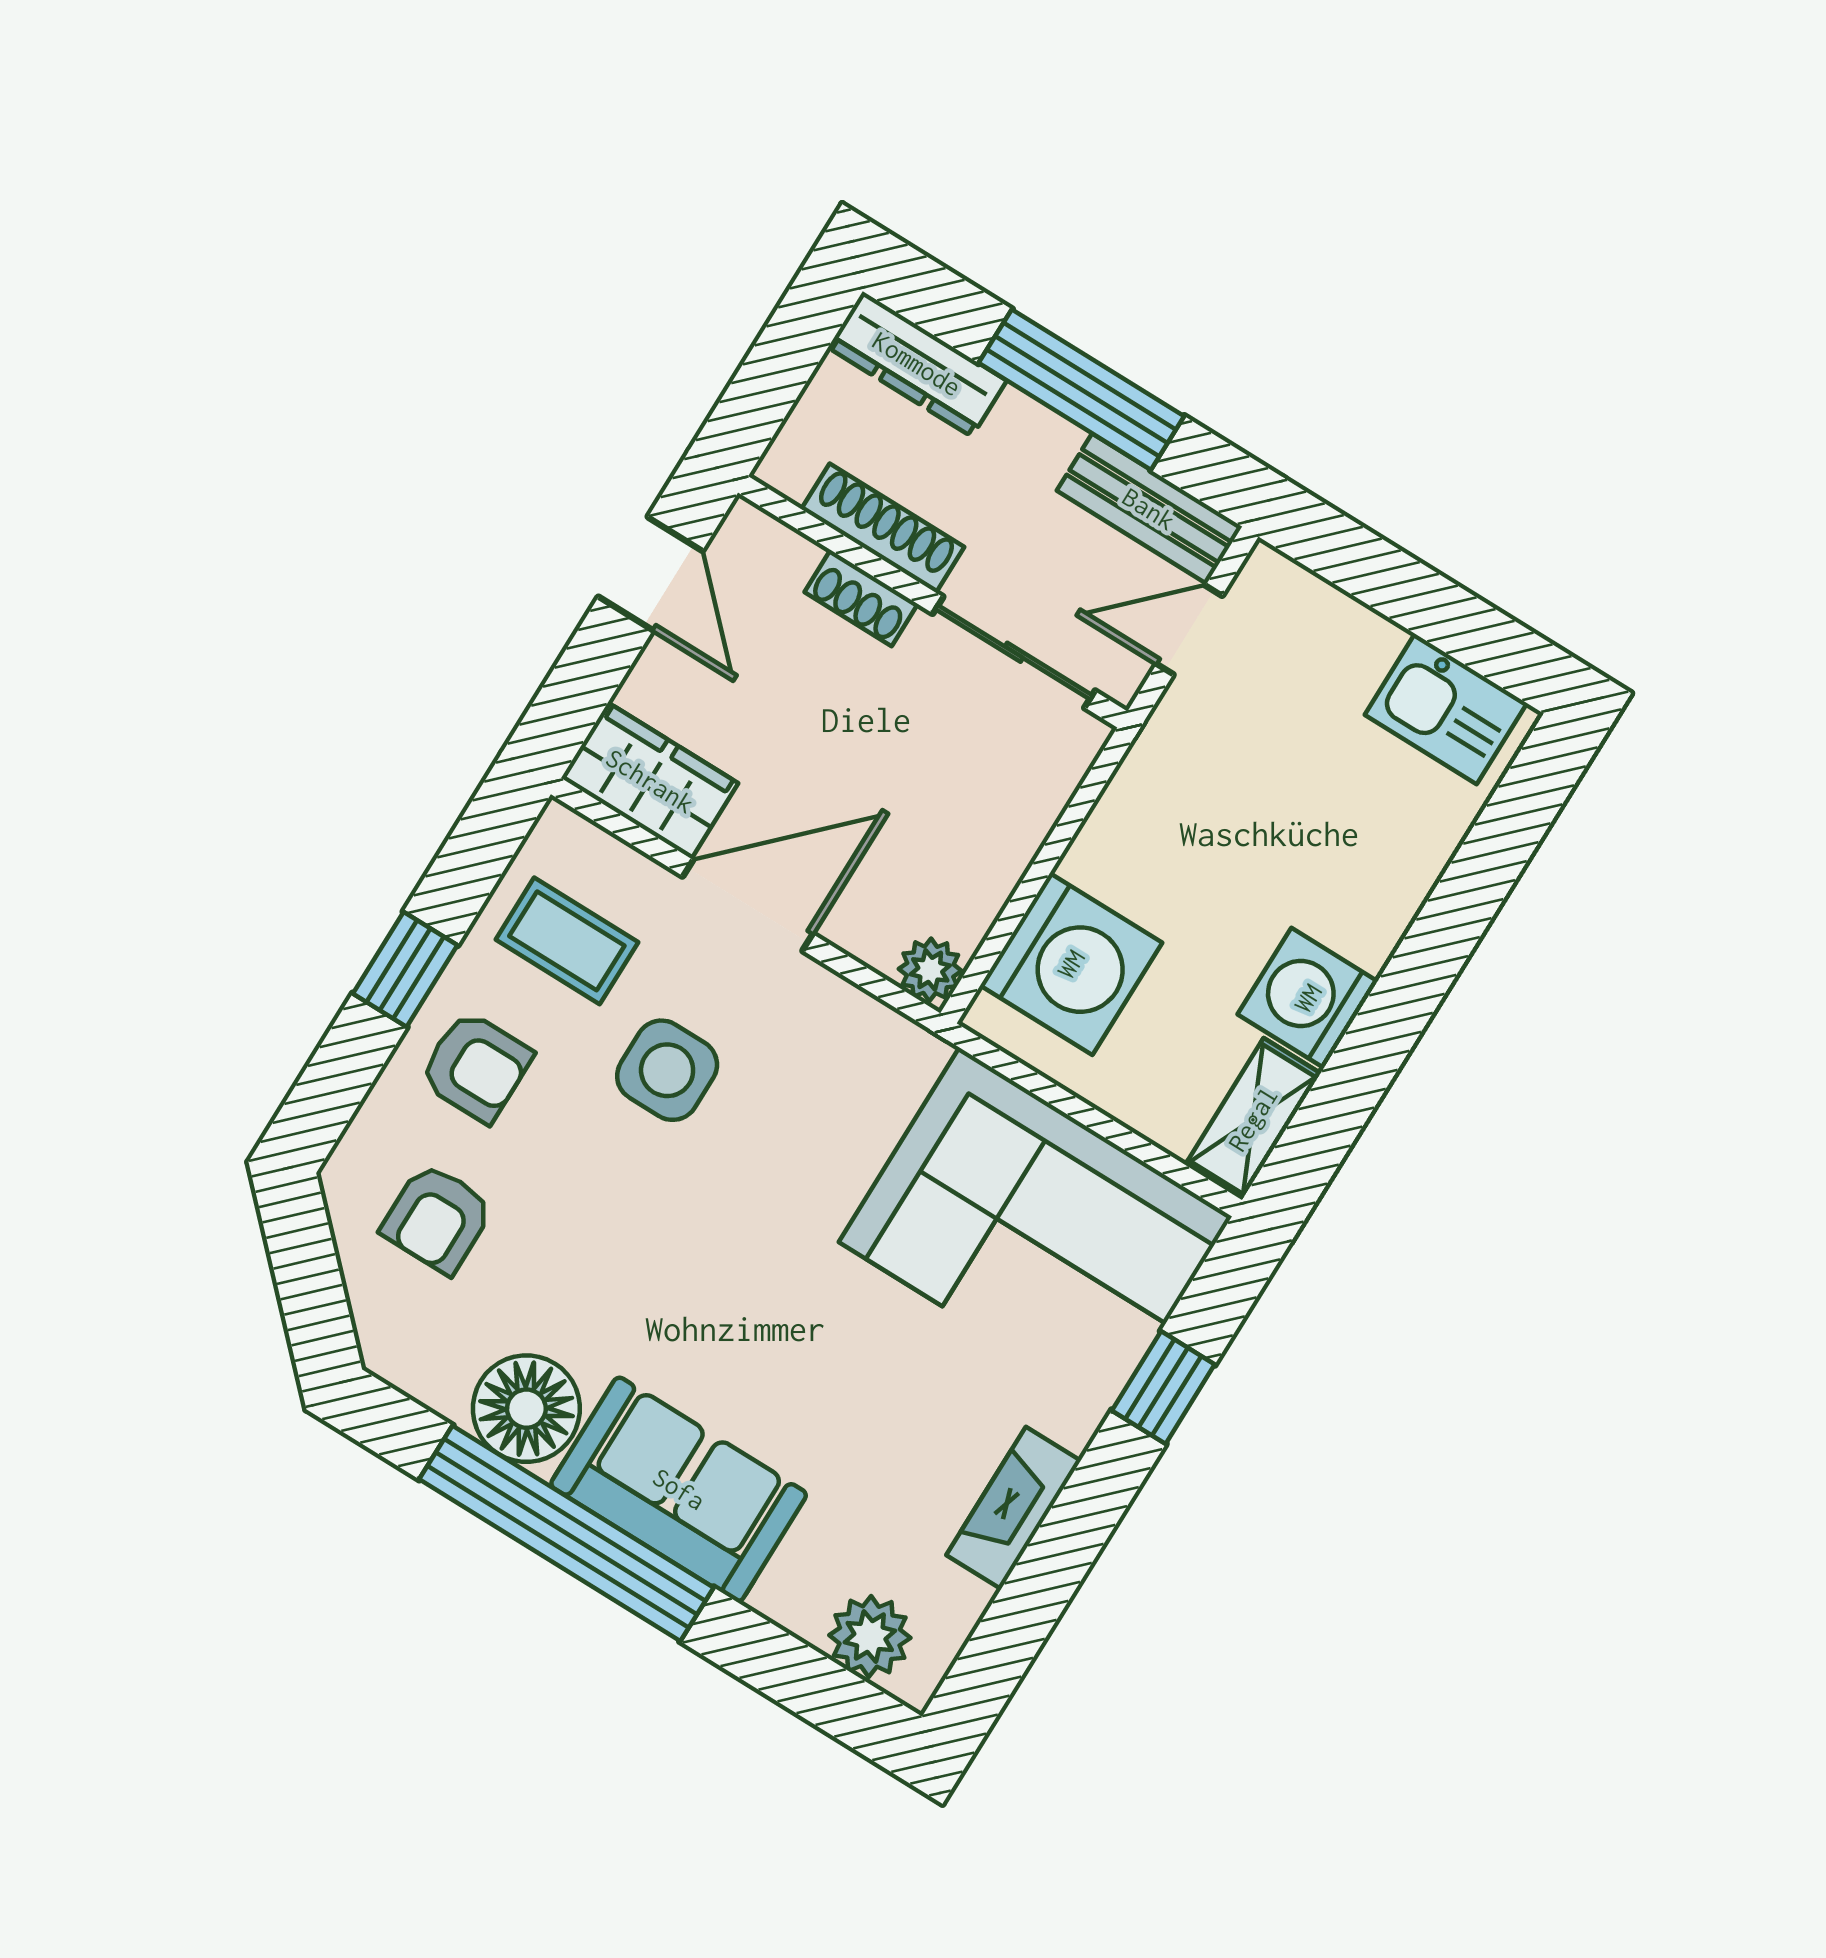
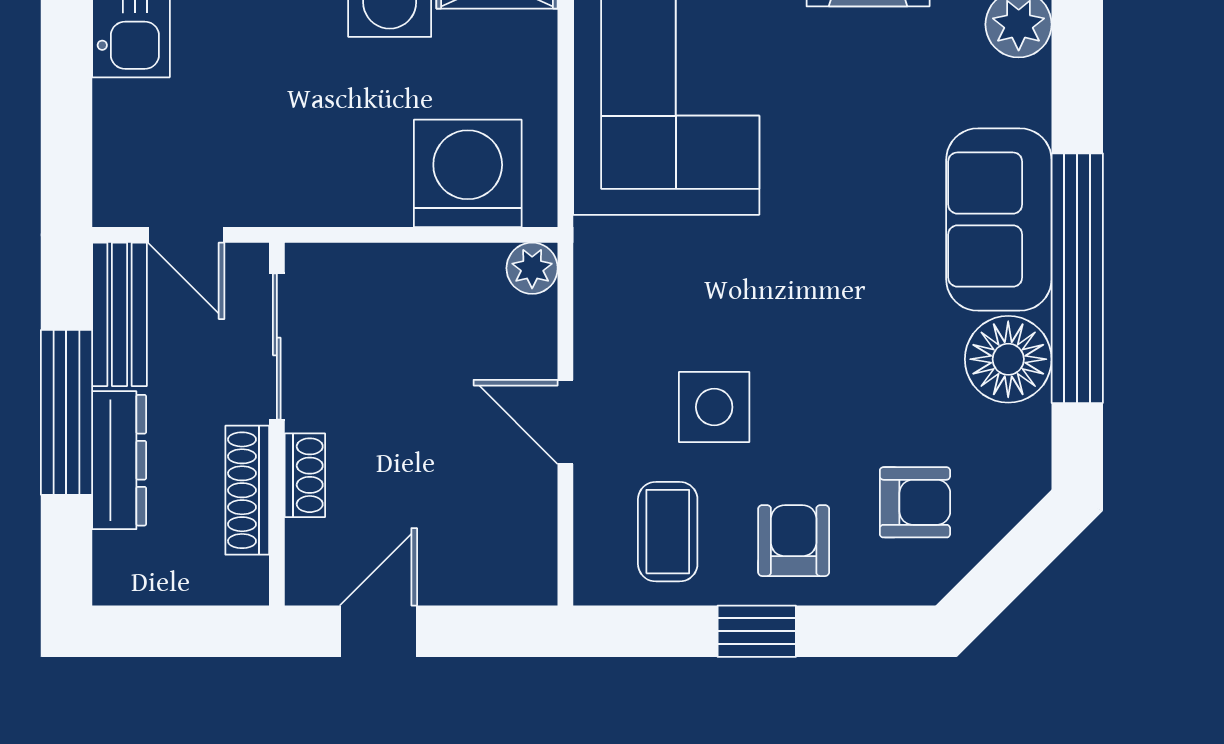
dresser: (917, 364) -> (119, 460), moved
wardrobe: (650, 781) -> (522, 543), removed
door: (748, 905) -> (565, 422), width x0.73

